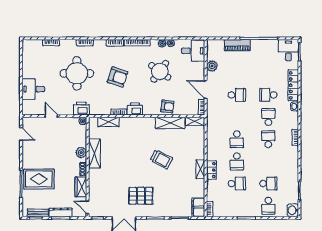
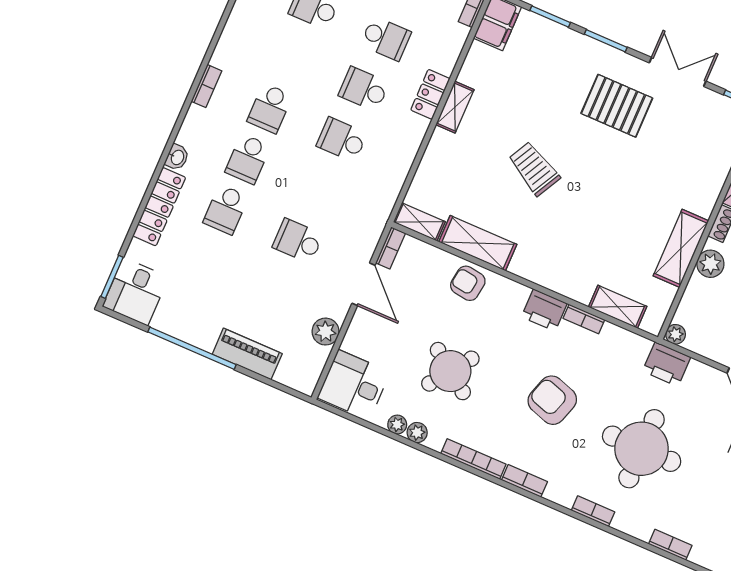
school desk: (268, 95) -> (226, 210), turned 90
school desk: (237, 139) -> (342, 140), turned -90
school desk: (237, 161) -> (364, 89), turned -90
school desk: (237, 184) -> (386, 38), turned 180

